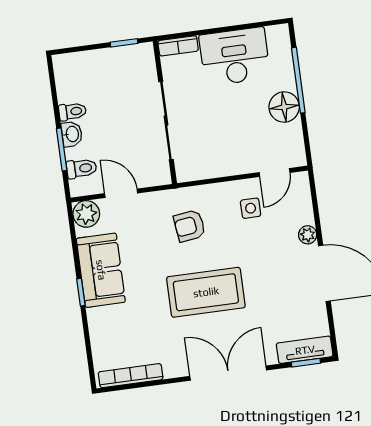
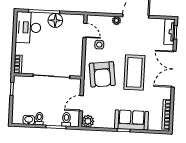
desk: (235, 57) -> (28, 27), moved
washbasin: (72, 134) -> (29, 120), moved
armchair: (190, 226) -> (102, 74), width x1.88, depth x1.88
sofa: (101, 270) -> (131, 120), moved

